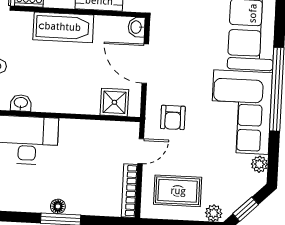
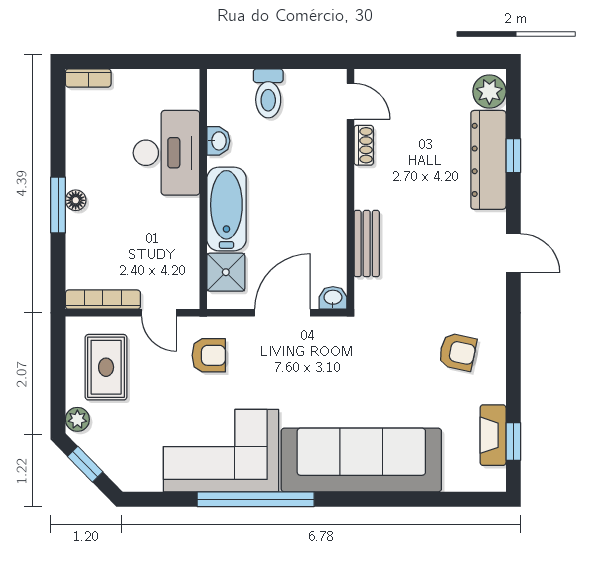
bathtub: (63, 27) -> (226, 209), moved, turned 180
armchair: (173, 117) -> (209, 355), turned 180
plant: (259, 164) -> (149, 480), removed

